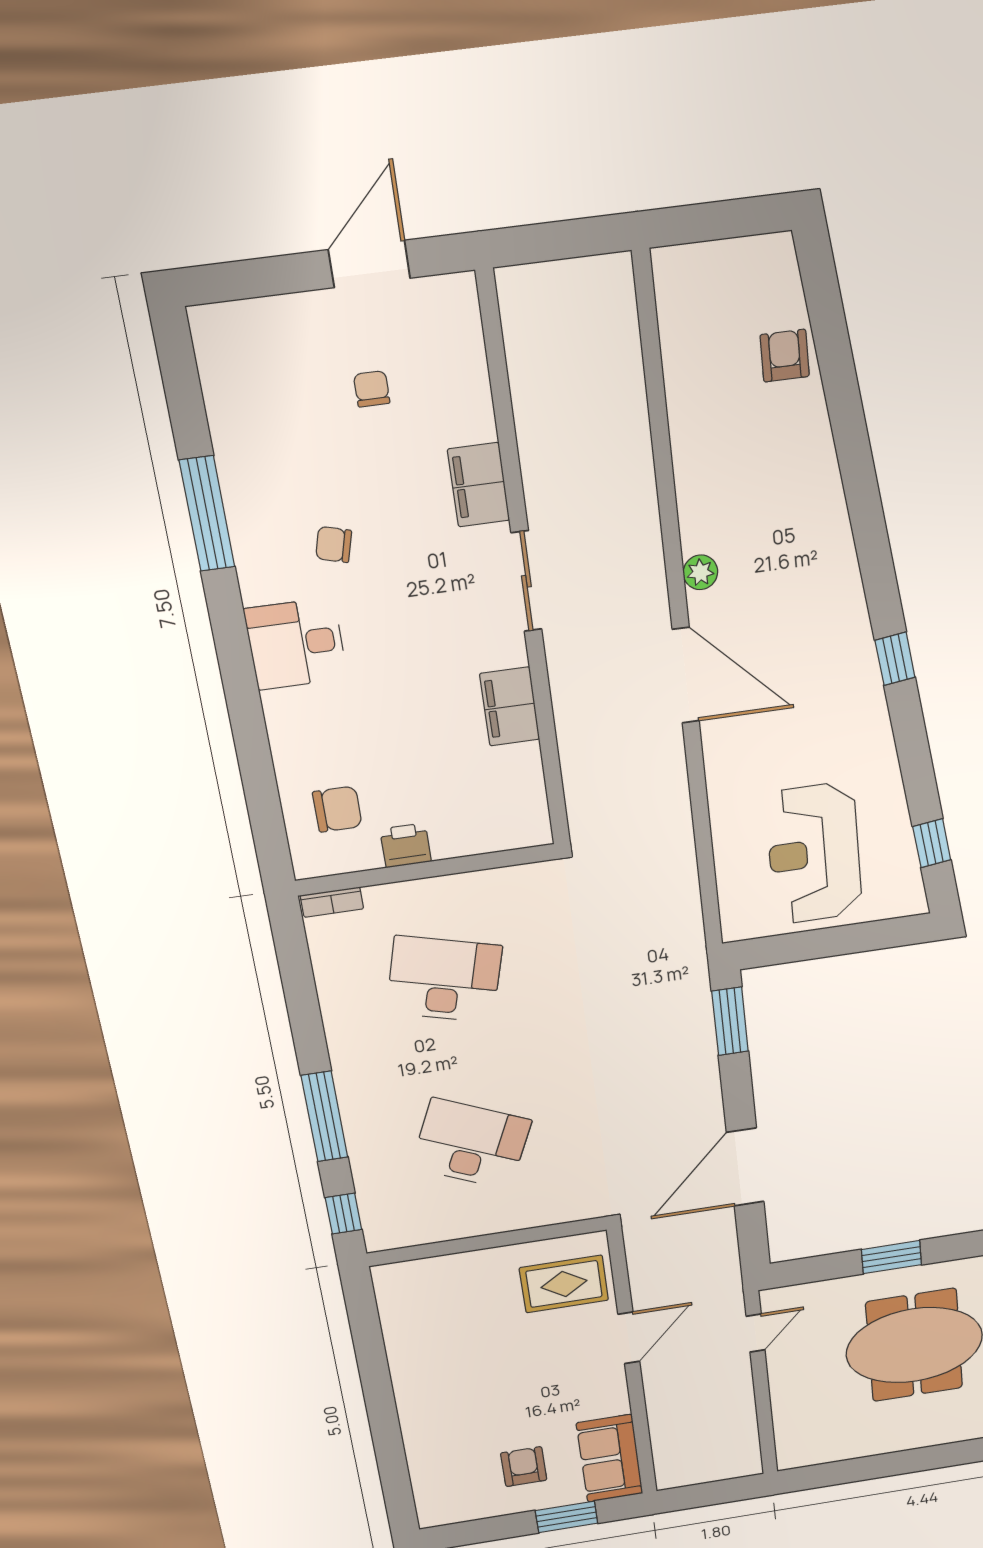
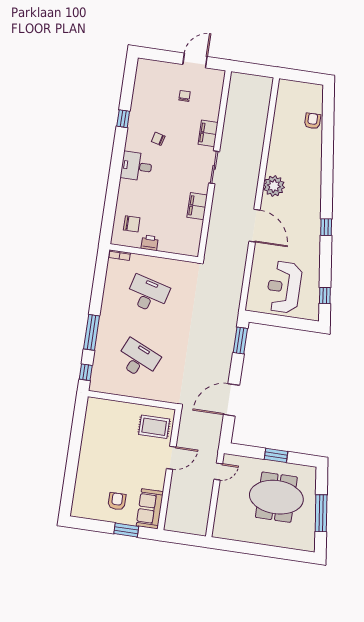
window: (207, 514) -> (123, 119), width x0.46
plant: (700, 572) -> (274, 186), width x1.88, depth x1.88
door: (686, 675) -> (255, 226), moved

